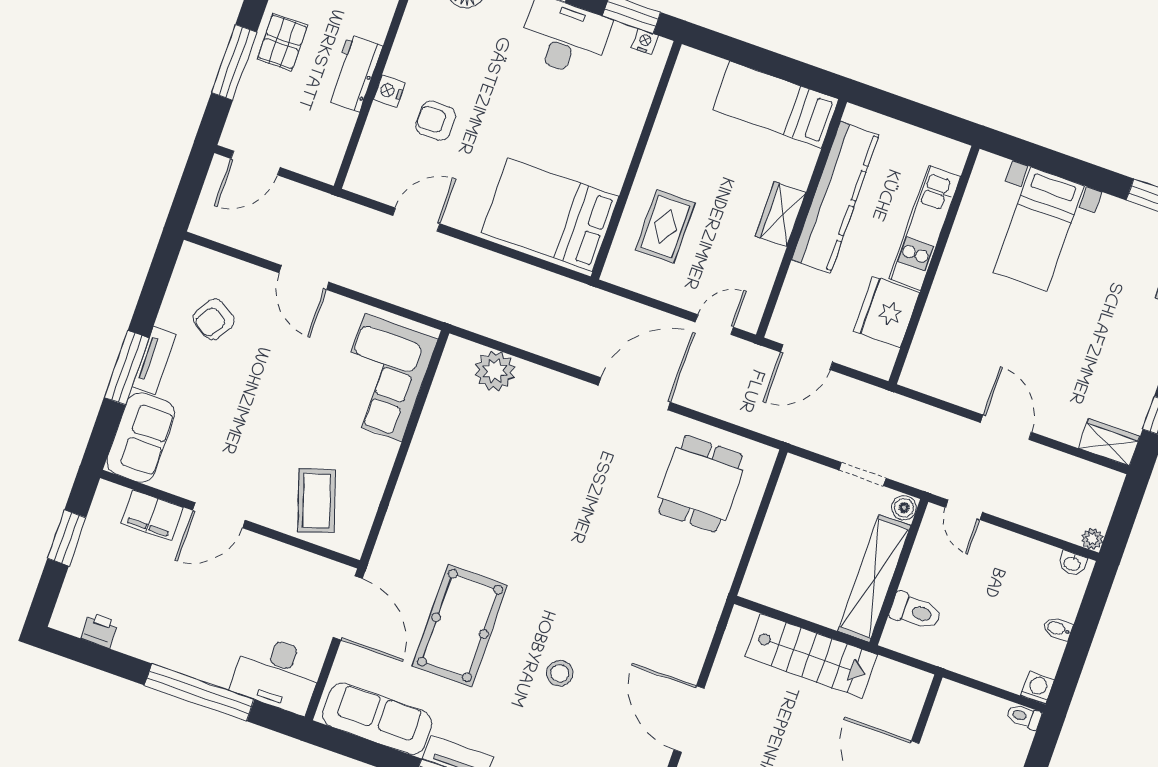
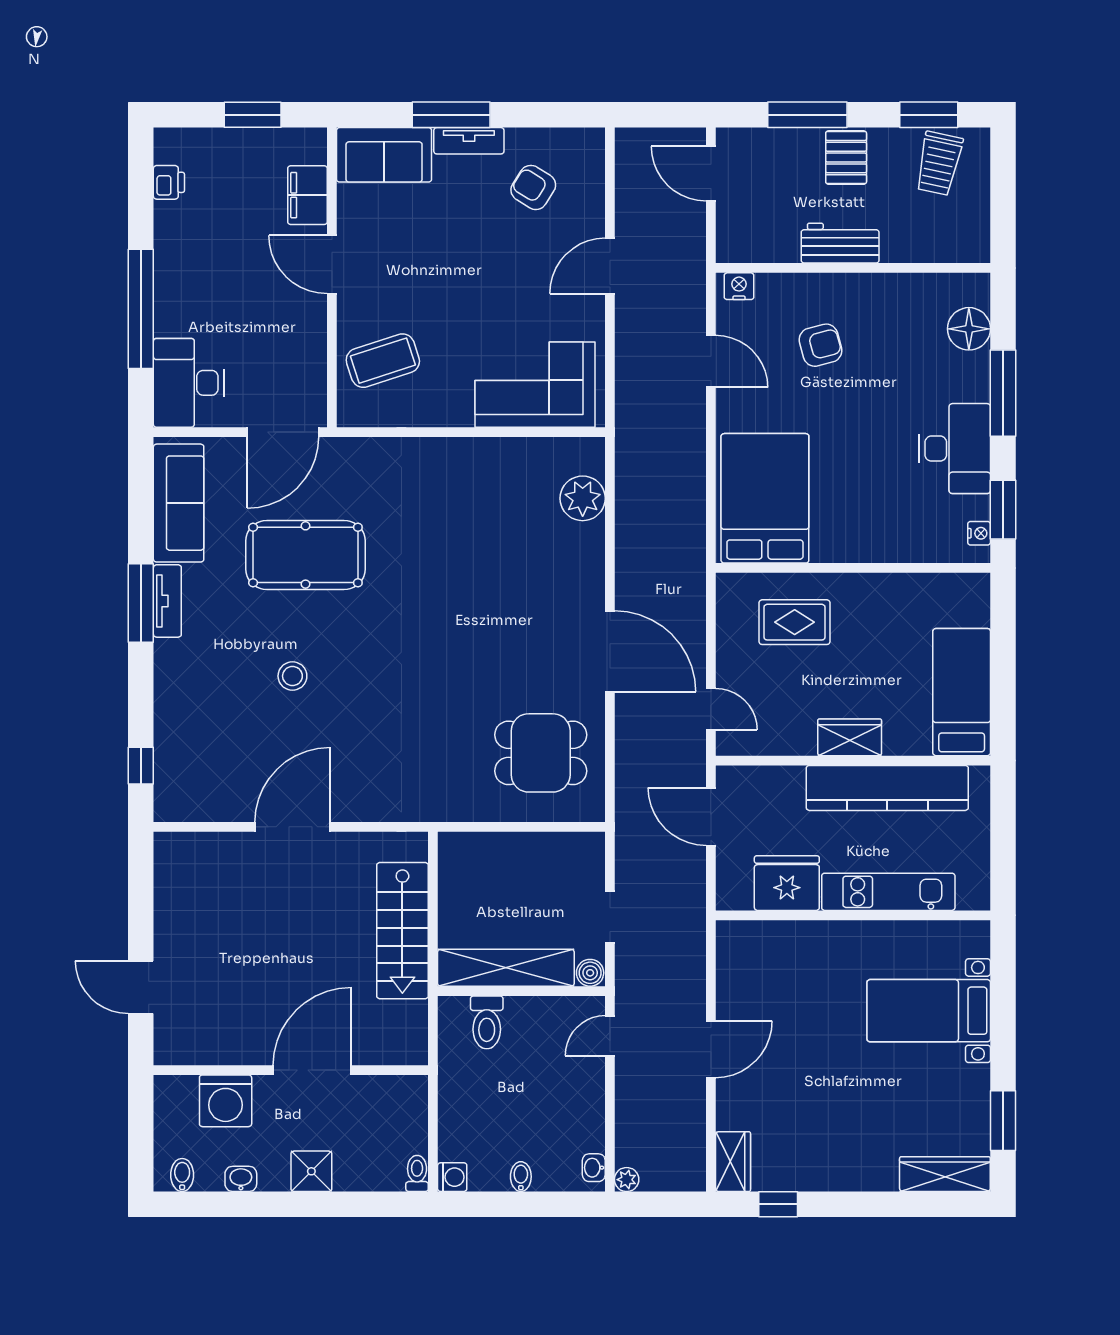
pallet: (282, 42) -> (846, 158), turned 90
nightstand: (389, 91) -> (739, 286), moved
armchair: (436, 121) -> (820, 345), turned 75

